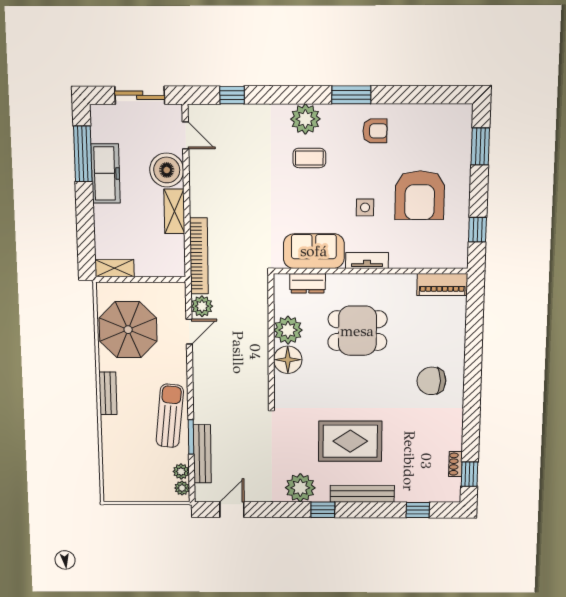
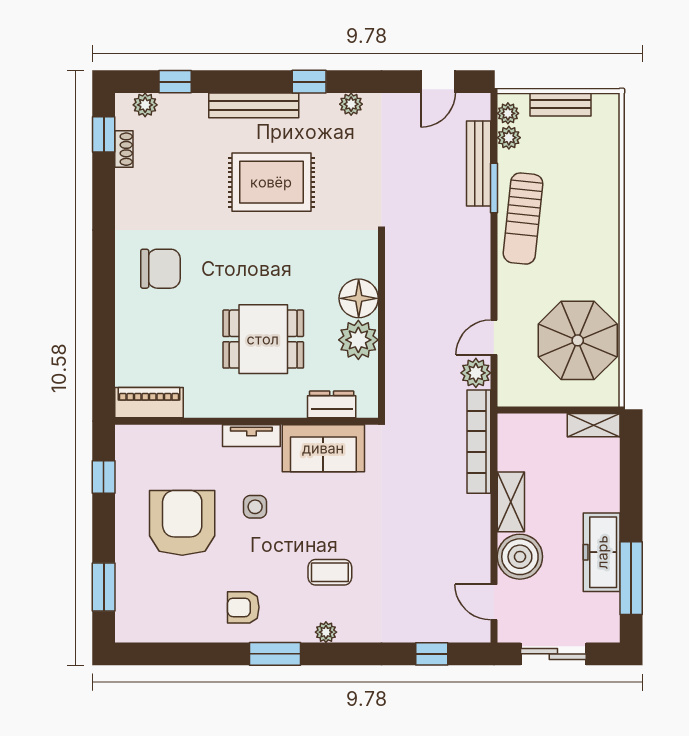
plant: (305, 119) -> (326, 632), width x0.53, depth x0.53
bench: (108, 393) -> (561, 104), moved, turned 90
plant: (300, 488) -> (351, 104), width x0.53, depth x0.53
plant: (439, 494) -> (145, 105), added

